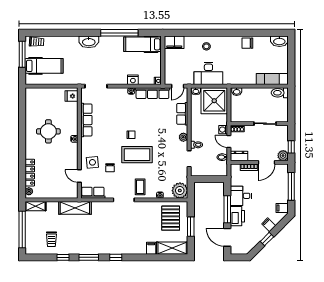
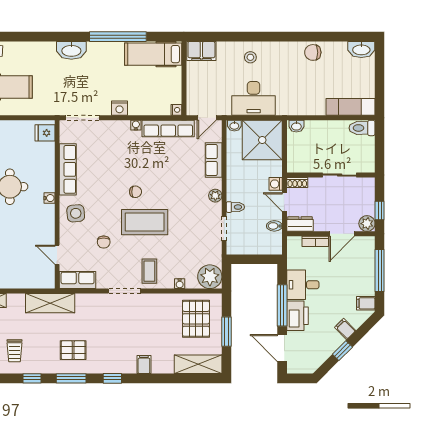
nightstand: (133, 80) -> (119, 108), moved
side table: (92, 162) -> (76, 213), moved
pallet: (90, 239) -> (73, 350), added
filing cabinet: (151, 248) -> (144, 365), moved

